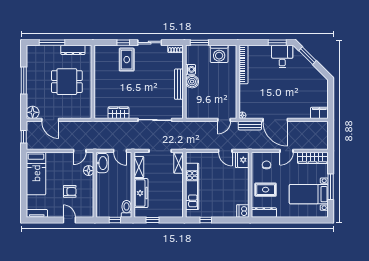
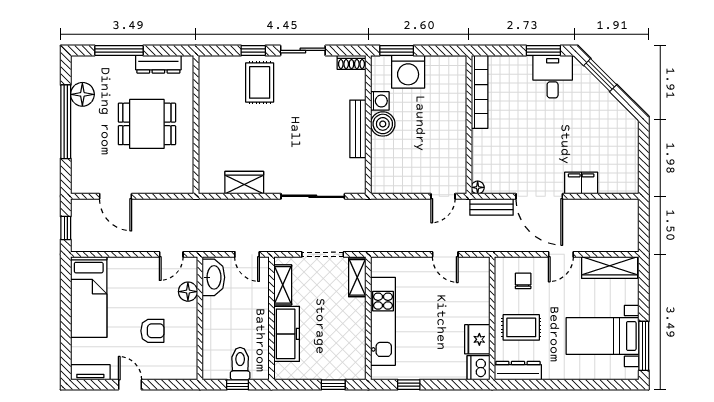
washing machine: (219, 54) -> (408, 72), moved
window: (24, 80) -> (66, 122), width x1.46
floor lamp: (33, 112) -> (82, 94), moved
filing cabinet: (319, 113) -> (581, 183), moved
fridge: (242, 160) -> (477, 339), moved
window: (331, 187) -> (644, 346), moved
toilet: (127, 209) -> (240, 364), moved
door: (69, 220) -> (130, 385), moved
window: (152, 220) -> (333, 385), moved

